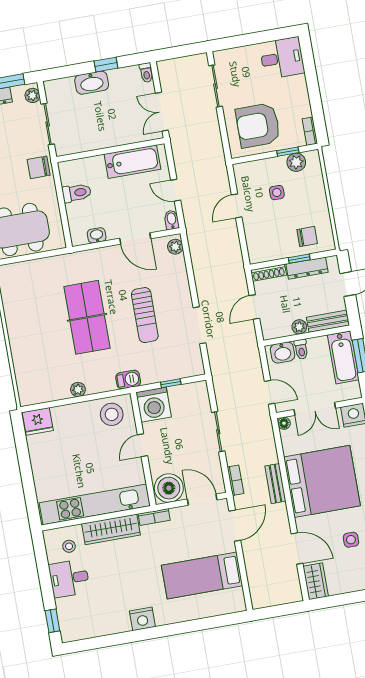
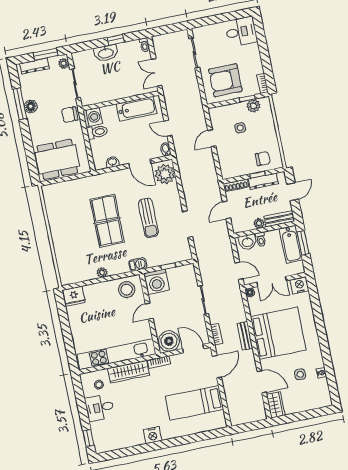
washing machine: (71, 172) -> (93, 117), added
plant: (175, 247) -> (165, 174), width x1.87, depth x1.87

